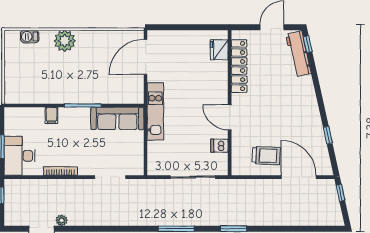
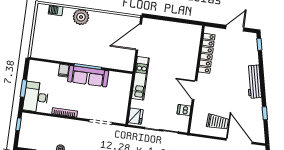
fridge: (219, 50) -> (136, 116), moved, turned 180
workbench: (298, 54) -> (254, 82), moved
sofa: (117, 118) -> (88, 76), moved

